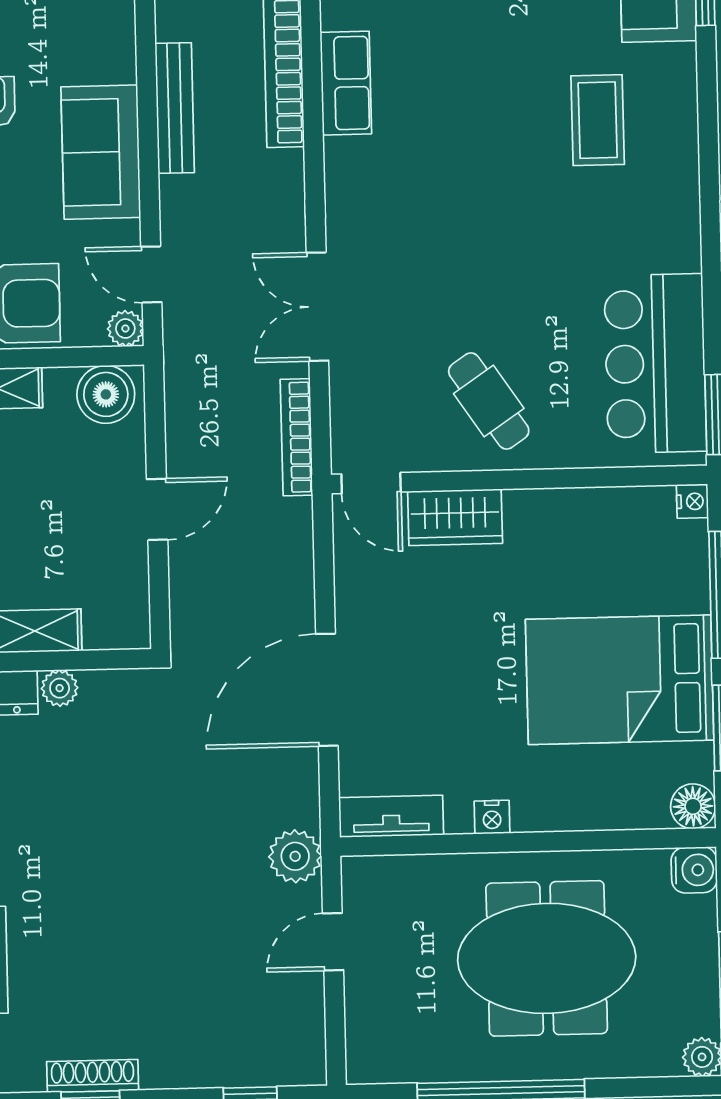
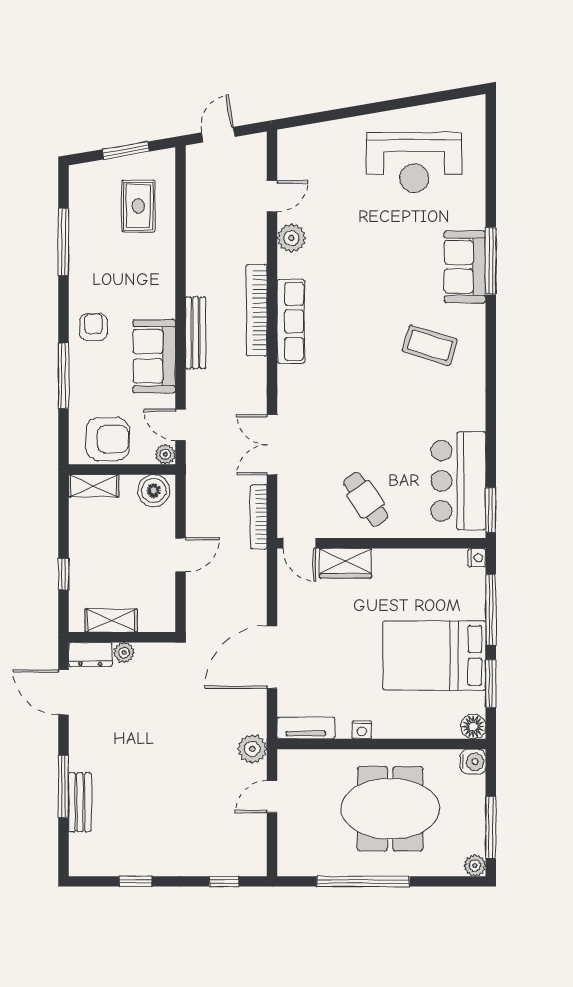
row of seats: (346, 83) -> (291, 321), width x1.48
coffee table: (598, 120) -> (430, 345), turned -73
shoe rack: (93, 1076) -> (137, 868), removed

